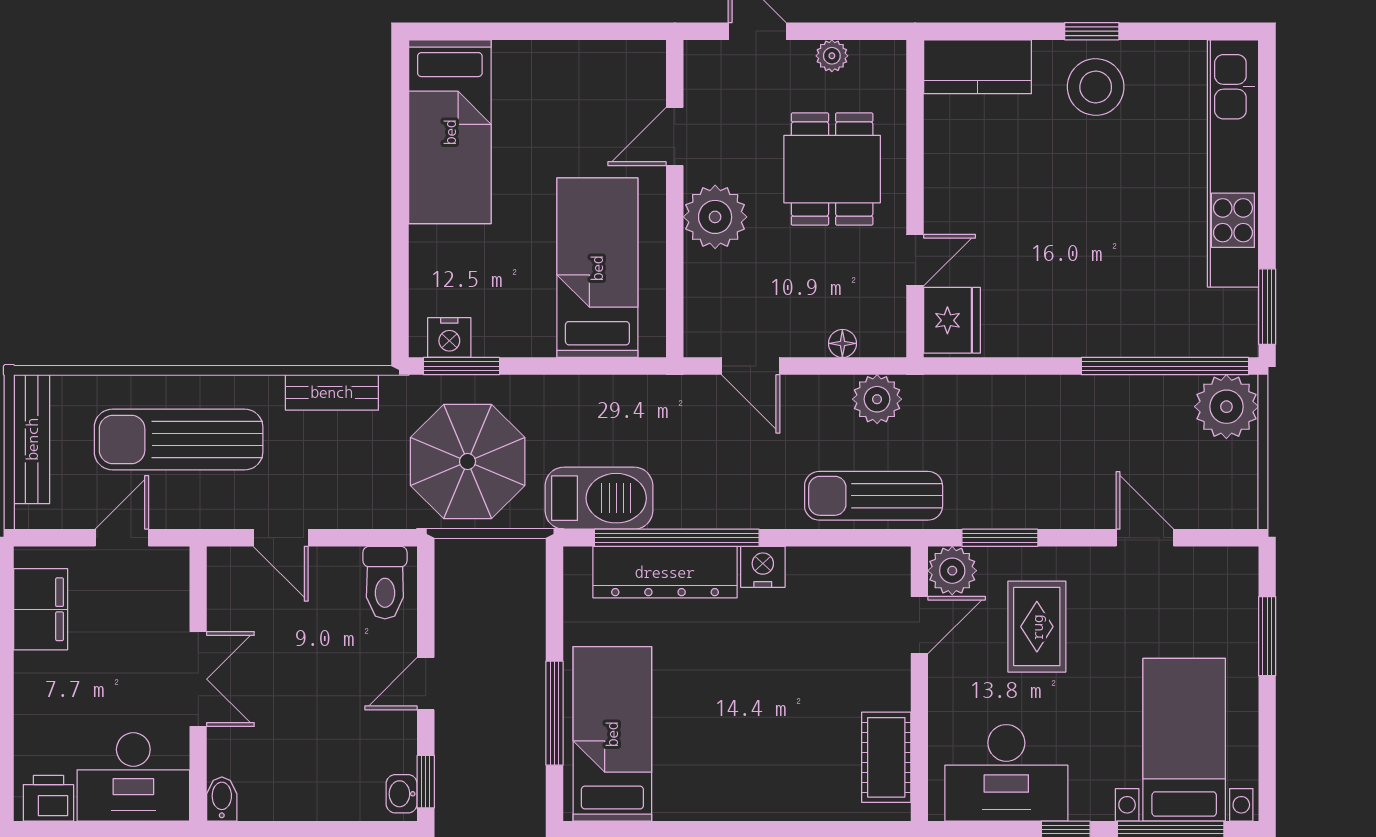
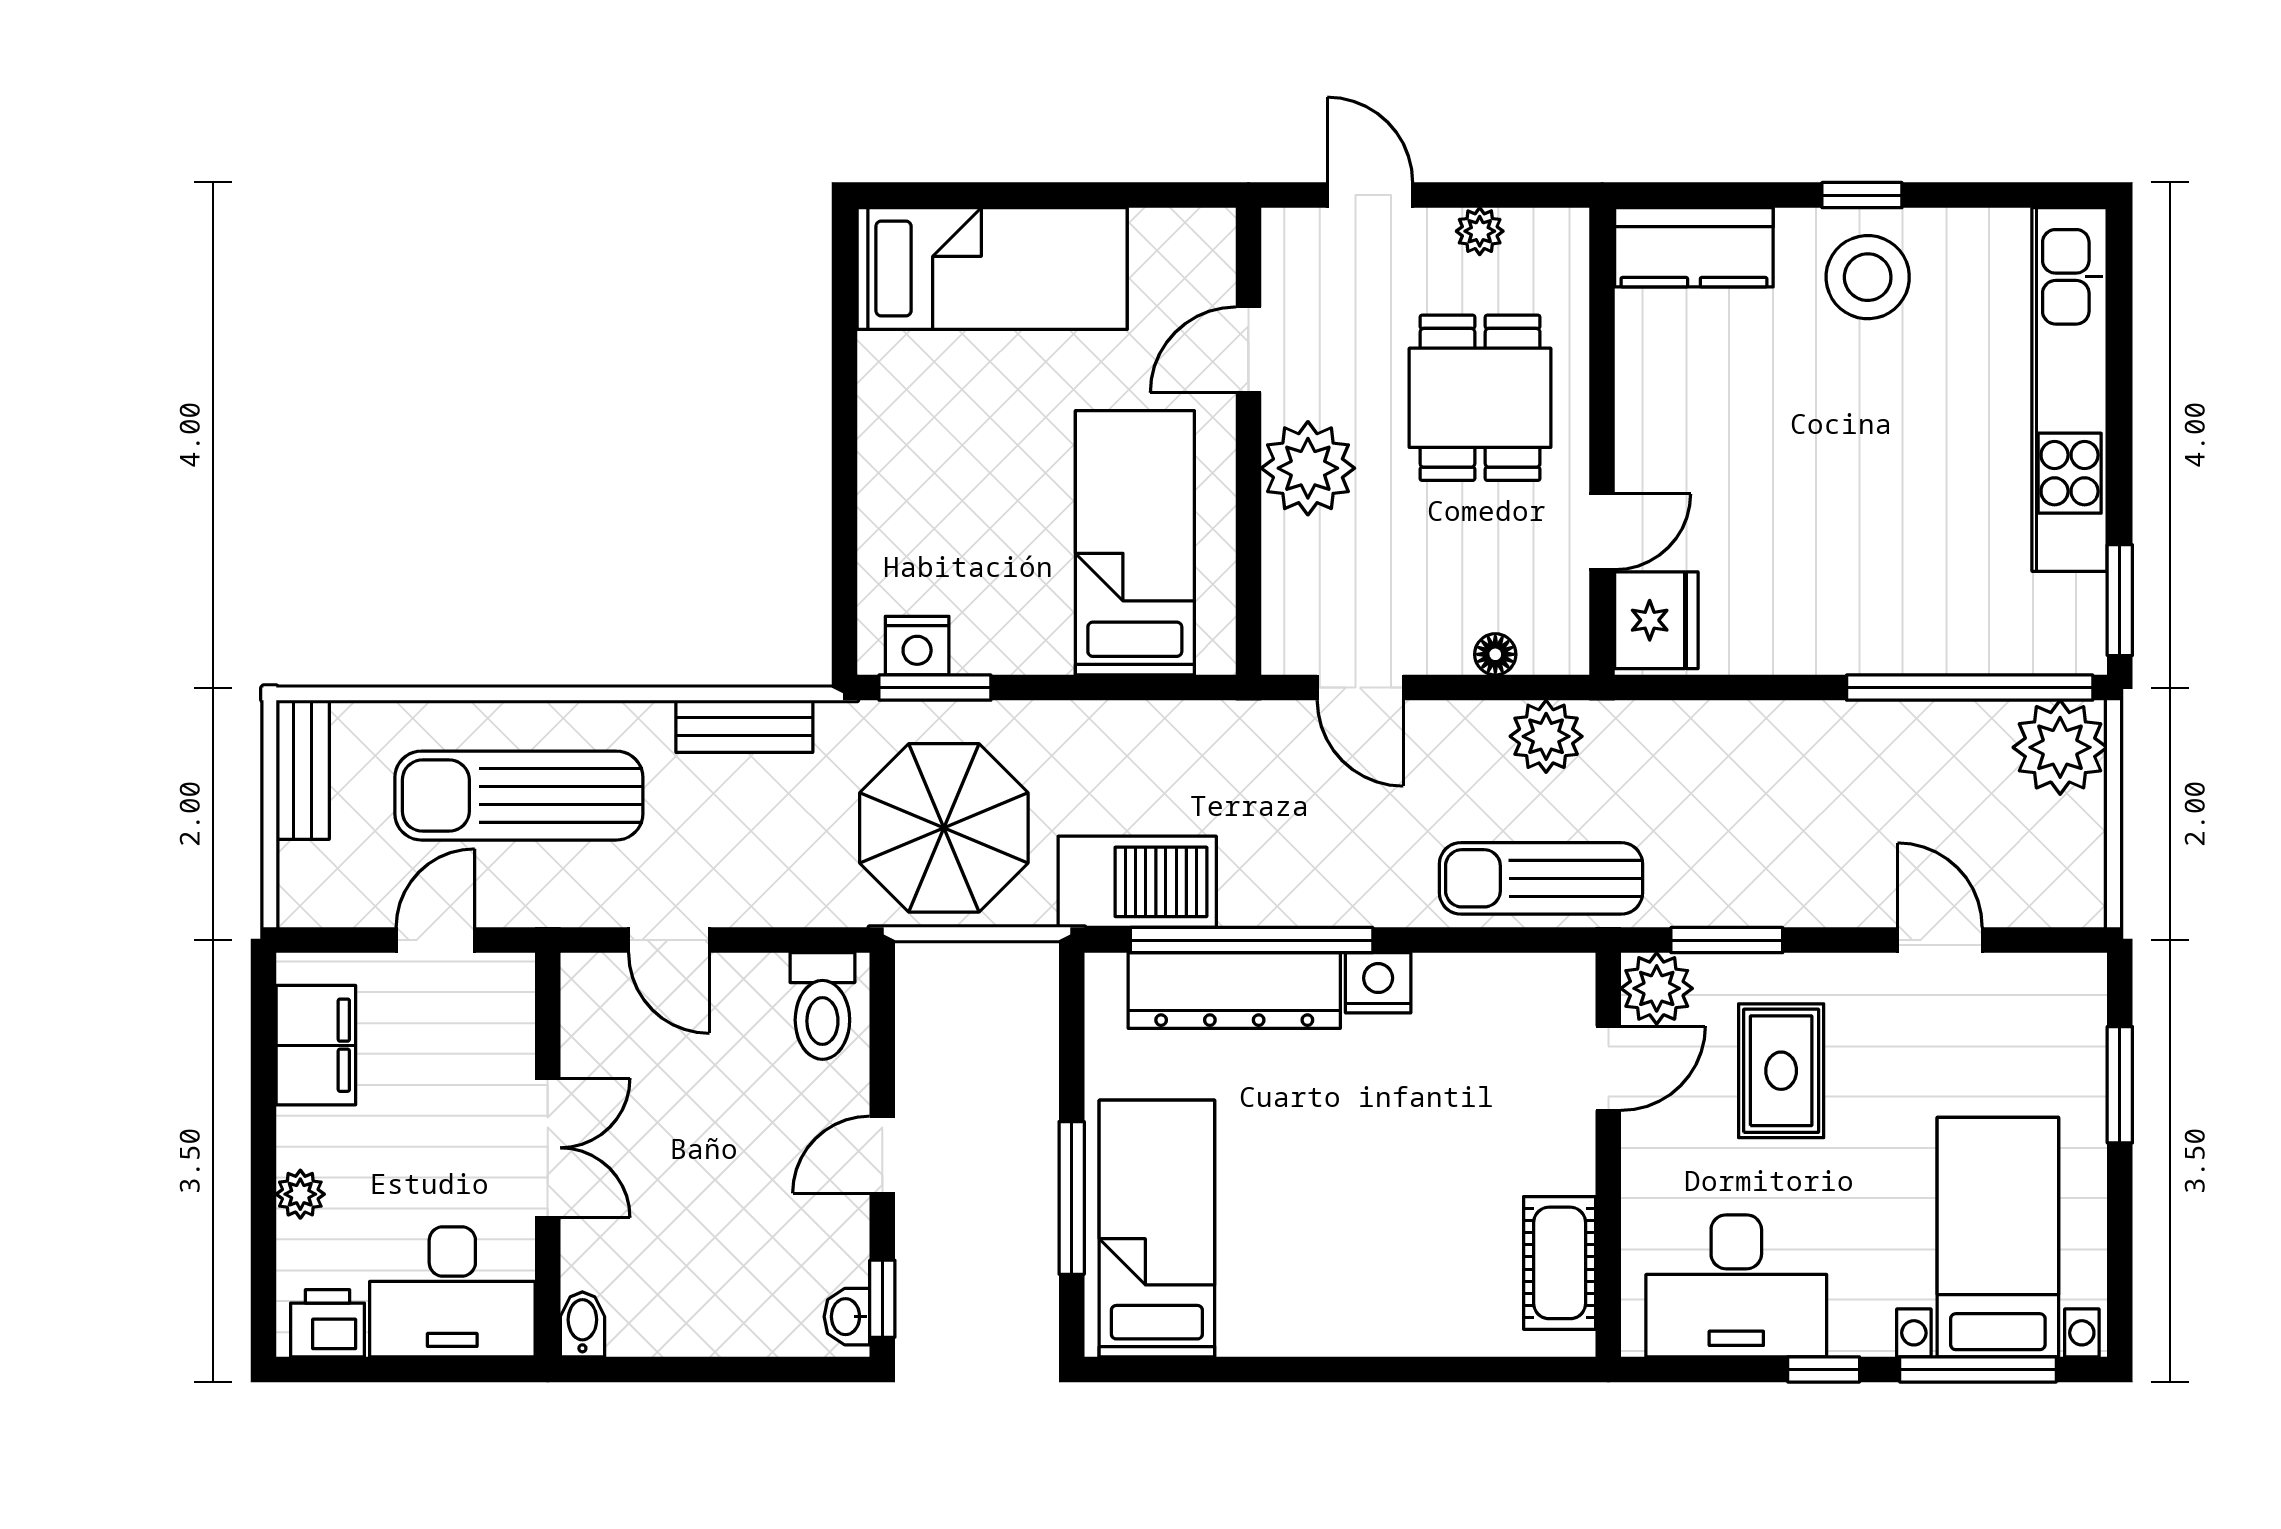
bed: (450, 132) -> (992, 268), moved, turned -90
bench: (32, 439) -> (303, 770), width x0.73
plant: (30, 711) -> (300, 1194), added

